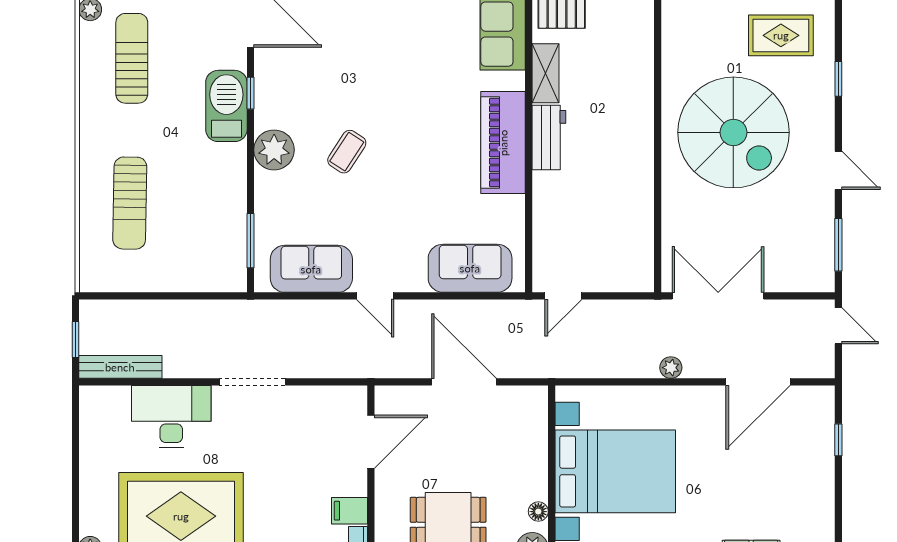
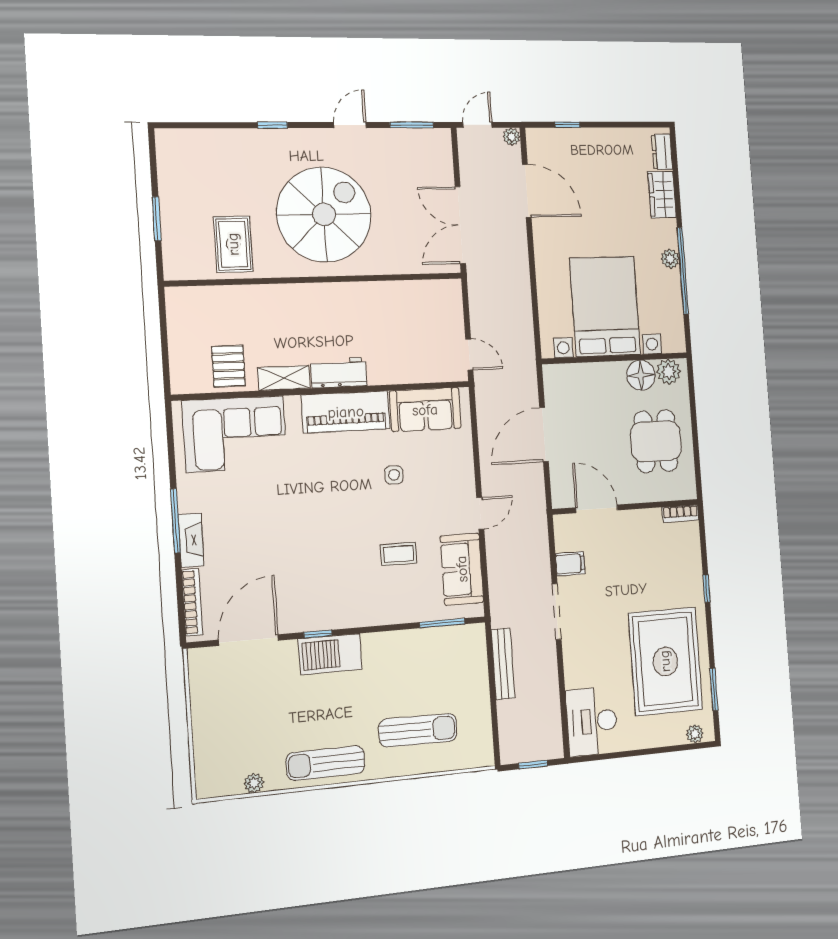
rug: (781, 35) -> (233, 244), moved
sun lounger: (132, 58) -> (326, 763), moved
plant: (274, 150) -> (365, 609), removed
coffee table: (347, 152) -> (399, 554), moved, turned -33
side table: (427, 195) -> (394, 475), added
sofa: (470, 268) -> (425, 410), moved, turned -90
bench: (120, 367) -> (503, 664), moved
plant: (671, 368) -> (512, 137), moved
desk: (171, 416) -> (592, 721), moved
filing cabinet: (350, 511) -> (570, 564), moved, turned -90
floor lamp: (538, 512) -> (641, 375), width x1.89, depth x1.89

